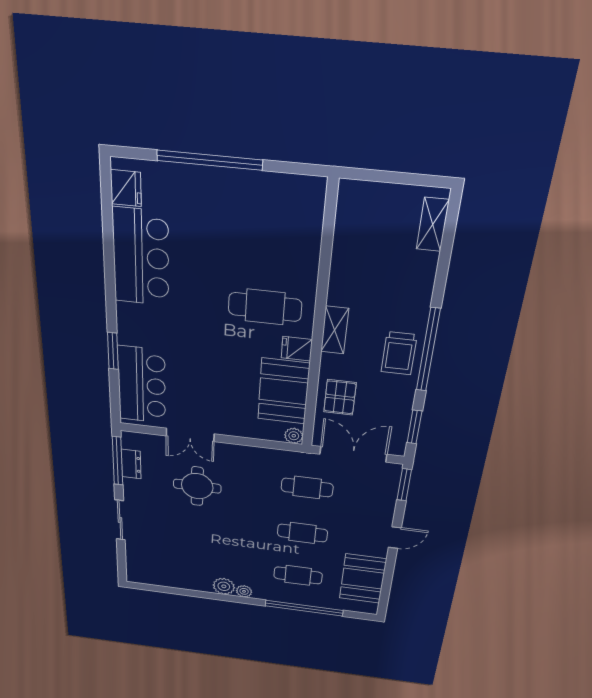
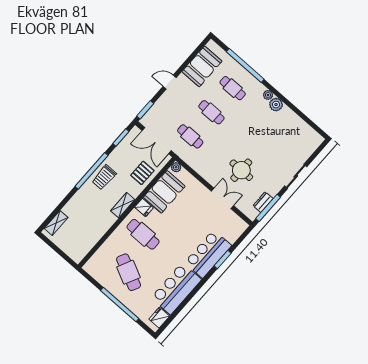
cafe table: (239, 229) -> (129, 272), added
trolley: (399, 353) -> (104, 177), turned 180
bar counter: (142, 385) -> (208, 254), moved

